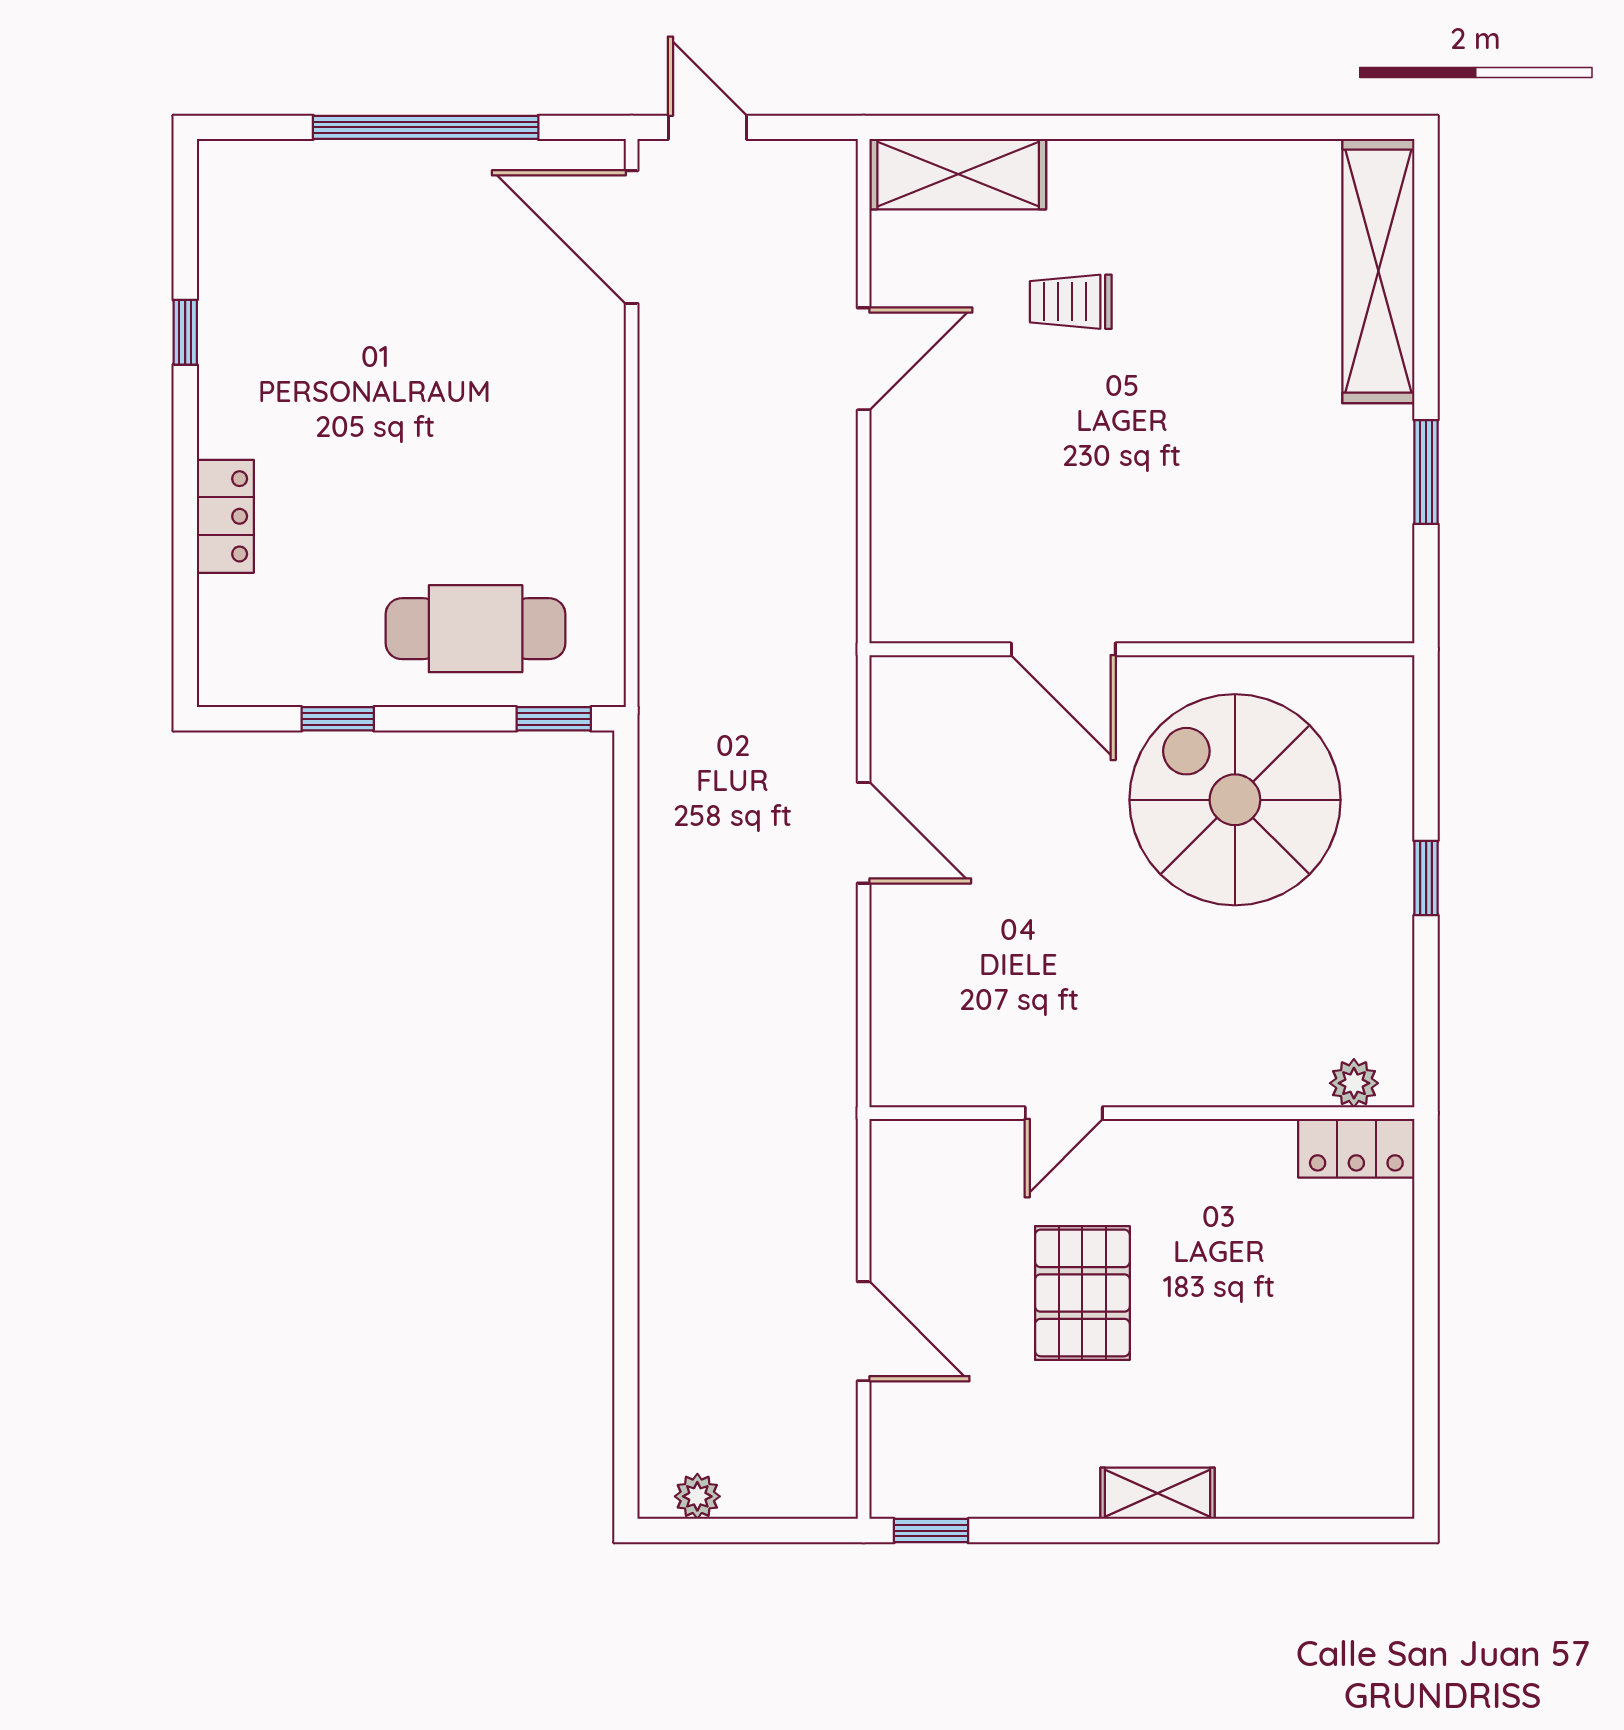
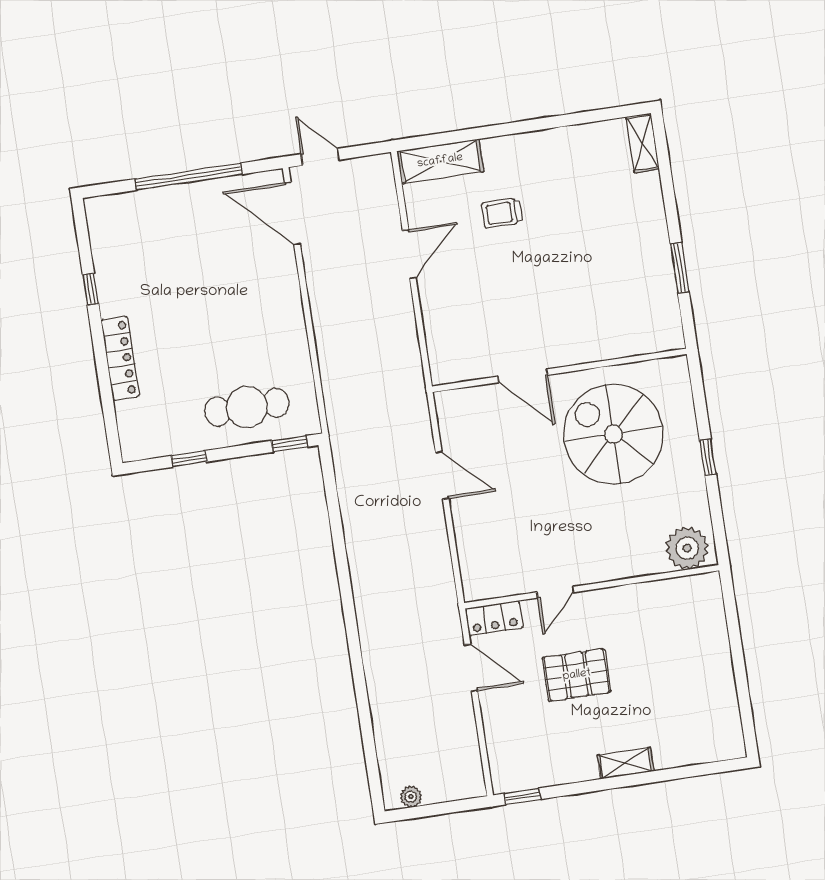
shelving: (1378, 271) -> (643, 143), width x0.45, depth x0.75
locker: (225, 516) -> (120, 358), width x1.53
plant: (1354, 1083) -> (687, 548), width x1.87, depth x1.87
locker: (1356, 1148) -> (494, 618), moved
pallet: (1082, 1293) -> (577, 675), turned 90
door: (864, 1331) -> (471, 668), moved

